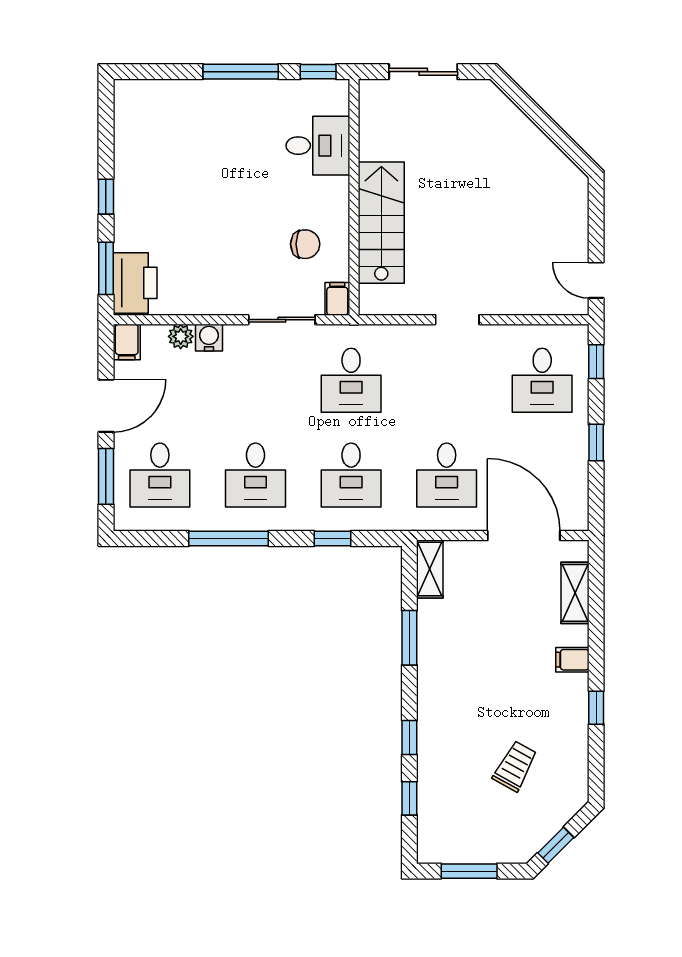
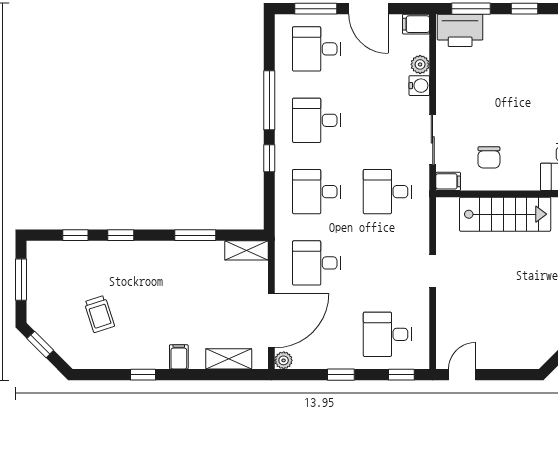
plant: (577, 519) -> (284, 360), added
window: (333, 538) -> (269, 158), moved
trolley: (515, 766) -> (99, 314), turned 43

